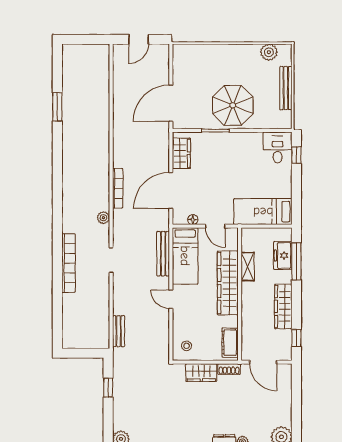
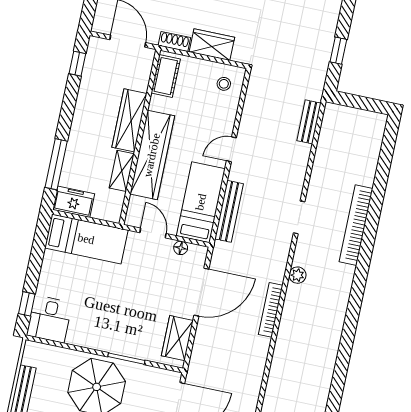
freezer: (283, 256) -> (74, 202), moved, turned -90
door: (171, 299) -> (231, 149), swing flipped
wardrobe: (283, 306) -> (129, 120), moved, turned 180

